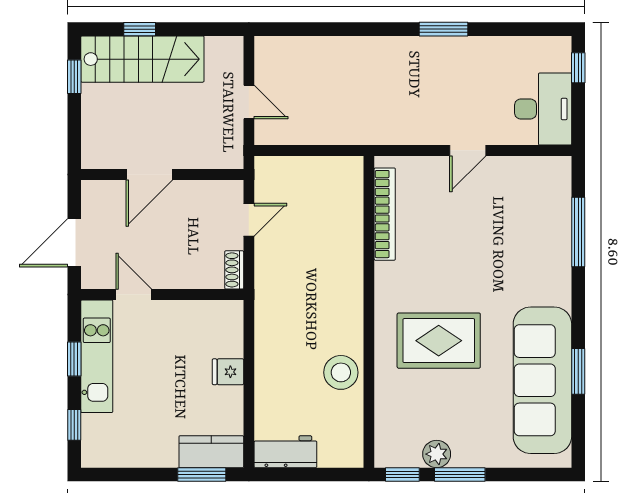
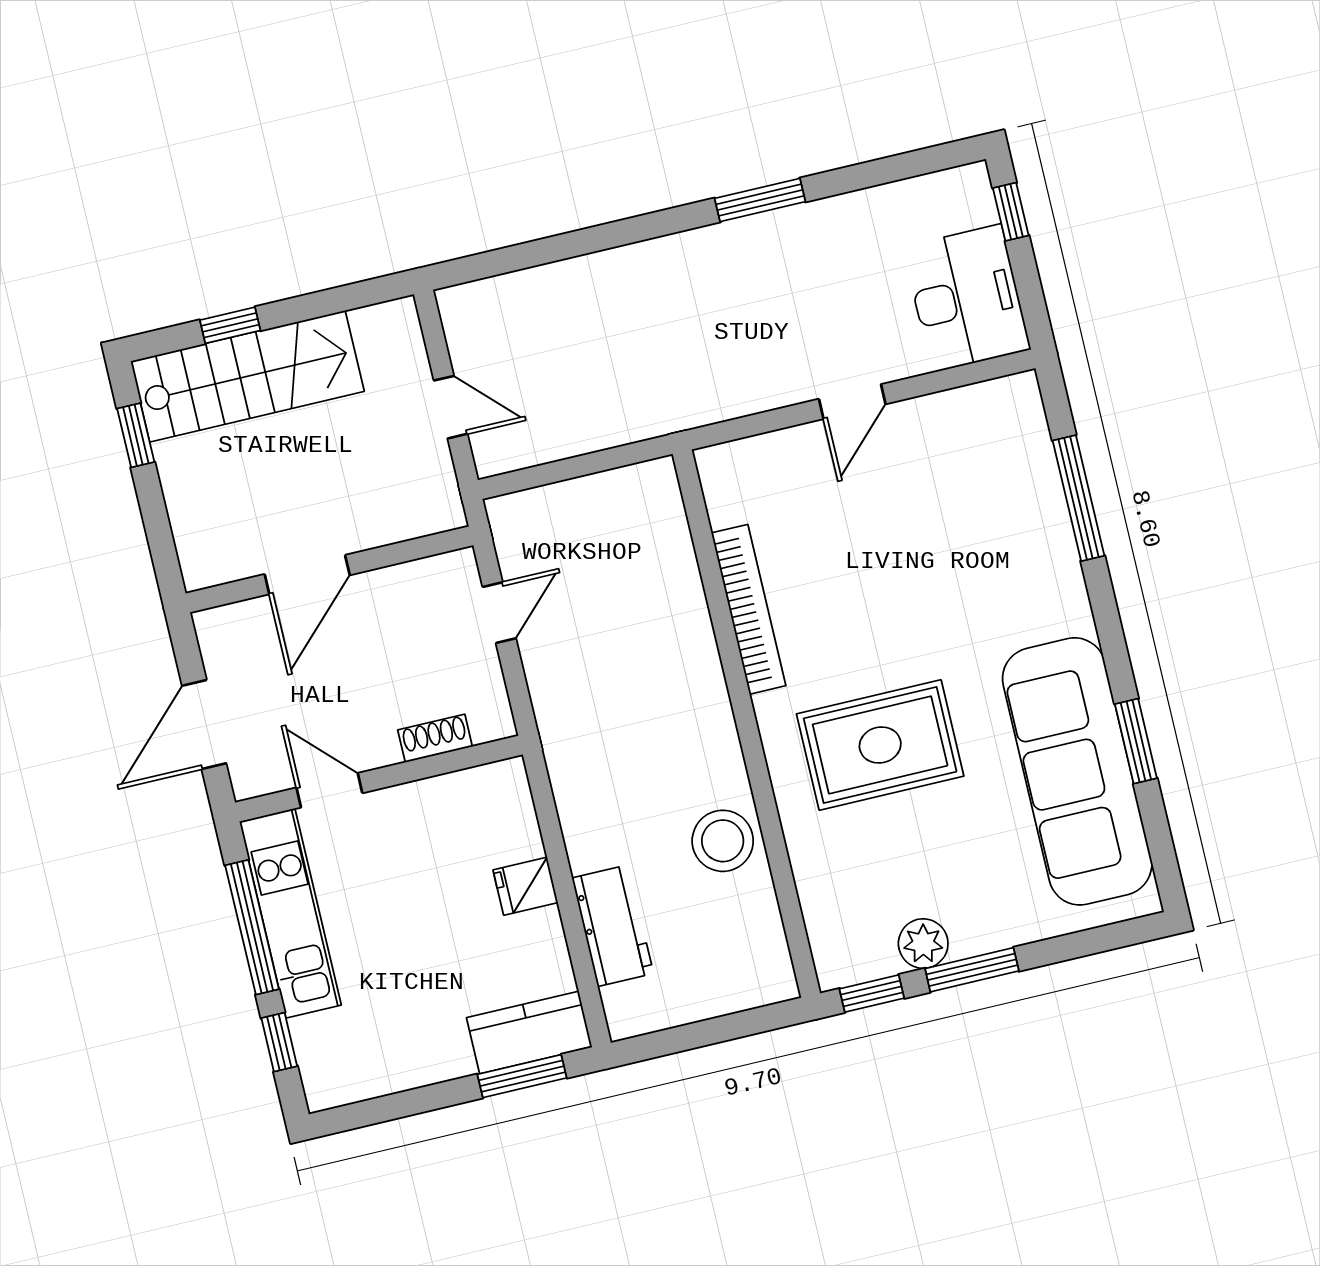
bookcase: (385, 214) -> (749, 609), moved
shoe rack: (234, 270) -> (435, 738), moved, turned 90
window: (74, 359) -> (252, 927), width x2.17
workbench: (285, 452) -> (613, 926), moved, turned 90

